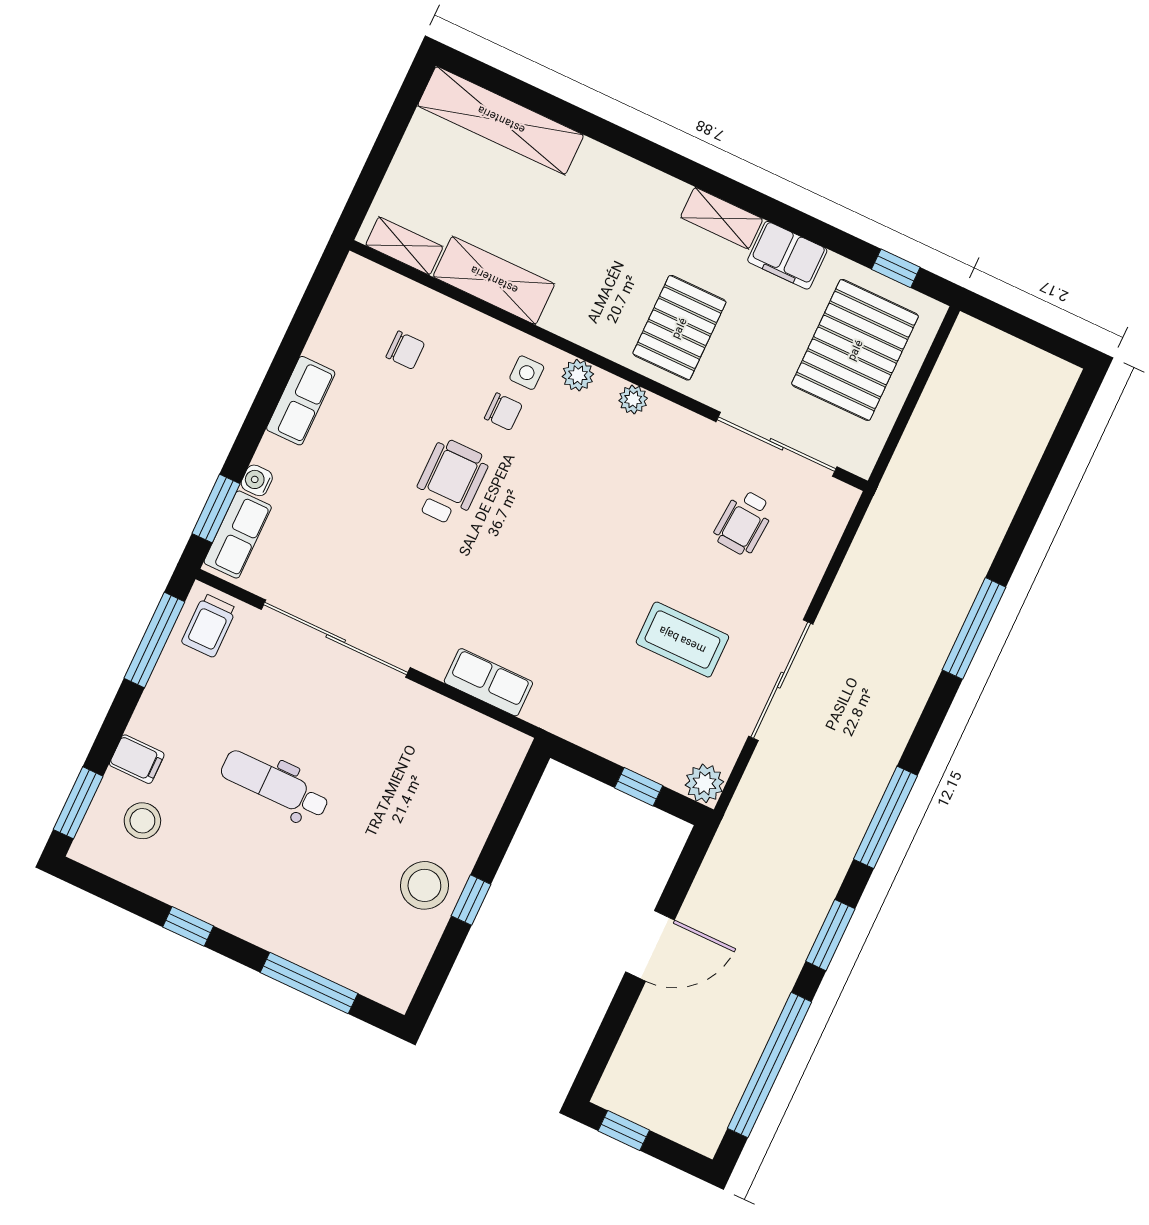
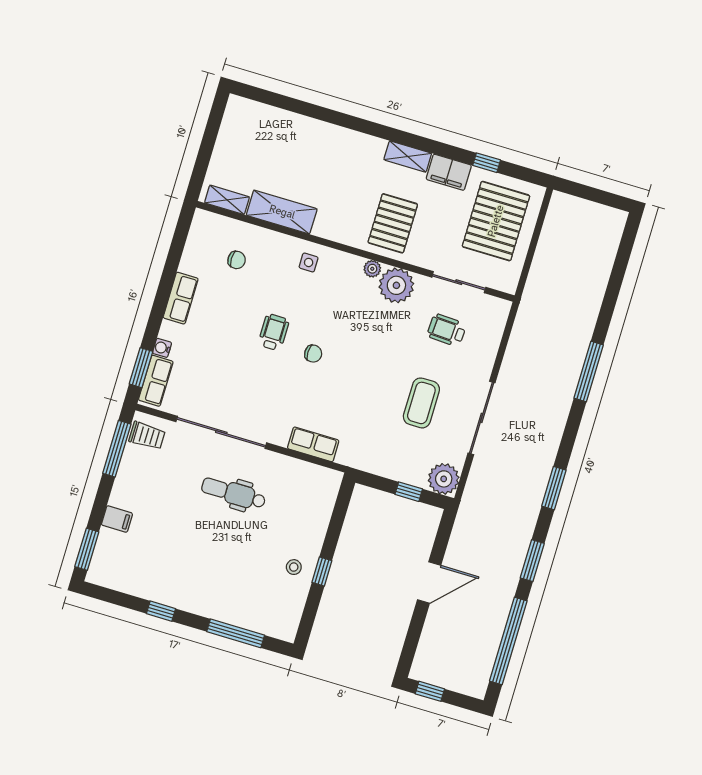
shelving: (501, 120) -> (272, 119), removed
window: (896, 268) -> (487, 163), moved
plant: (578, 375) -> (396, 285), moved, width x1.88, depth x1.88
chair: (503, 412) -> (313, 354), moved
sliding door: (777, 444) -> (459, 282), width x0.73
wheelchair: (450, 482) -> (274, 332), width x0.73, depth x0.73
wheelchair: (744, 522) -> (447, 330), turned 89
trolley: (209, 625) -> (147, 436), turned -90
coffee table: (682, 640) -> (421, 403), turned 90
plant: (704, 783) -> (444, 479), width x1.36, depth x1.36
dental chair: (275, 785) -> (234, 493), moved
window: (885, 817) -> (554, 488), width x0.69
stool: (142, 821) -> (125, 554), removed
stool: (424, 885) -> (294, 567), width x0.53, depth x0.53

